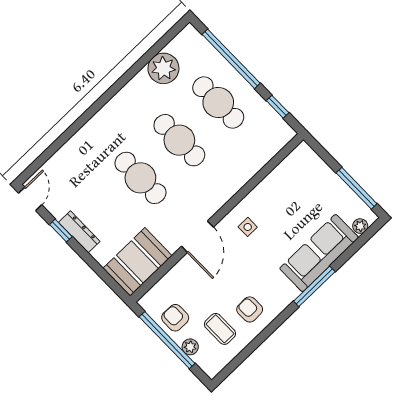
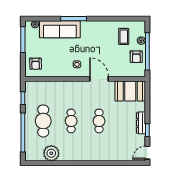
cafe table: (179, 140) -> (71, 121), width x0.73, depth x0.74
cafe table: (140, 178) -> (99, 121), width x0.73, depth x0.74
door: (197, 237) -> (99, 79), hinge flipped
armchair: (250, 309) -> (36, 64), moved

